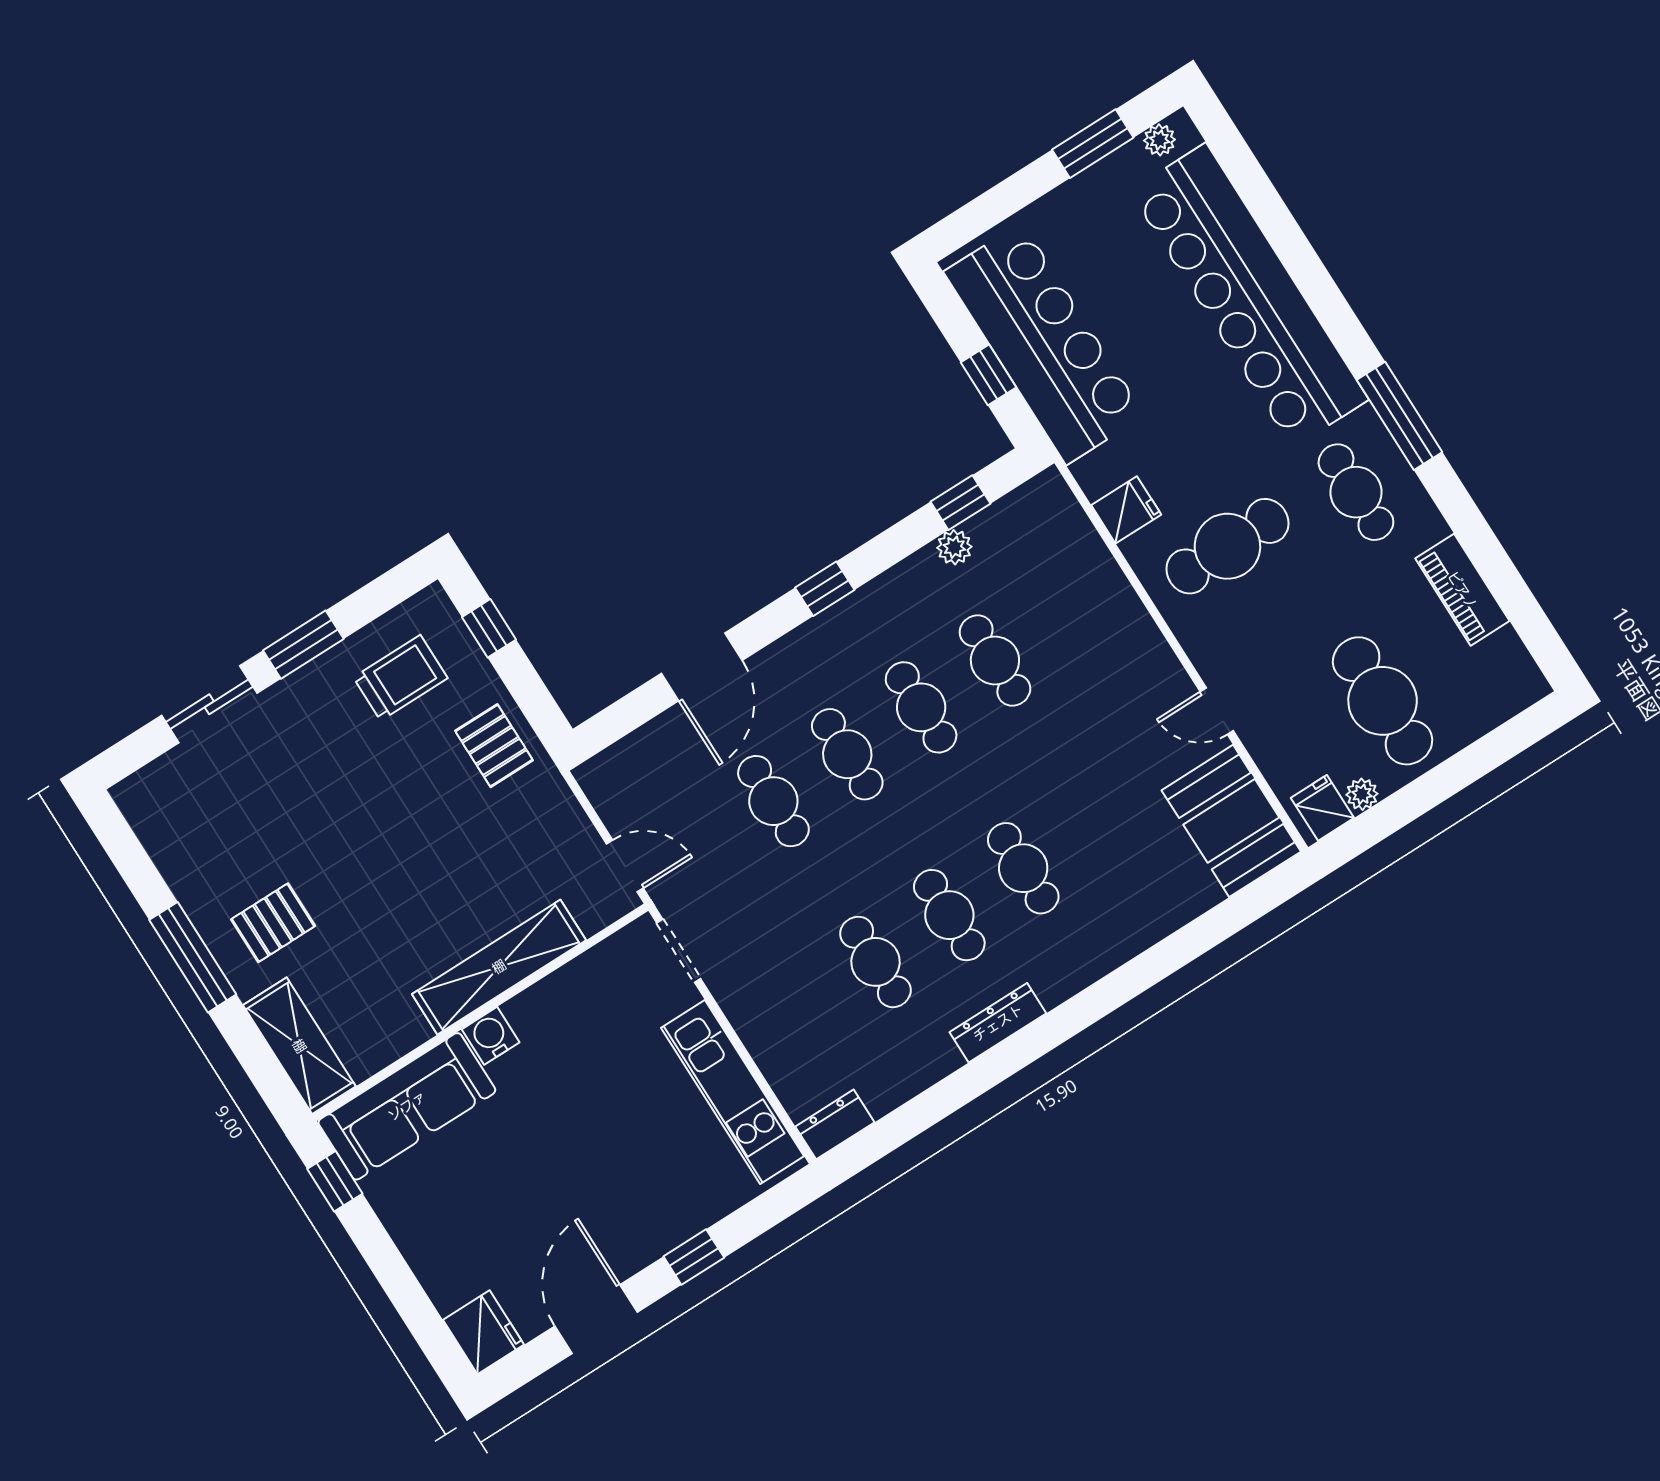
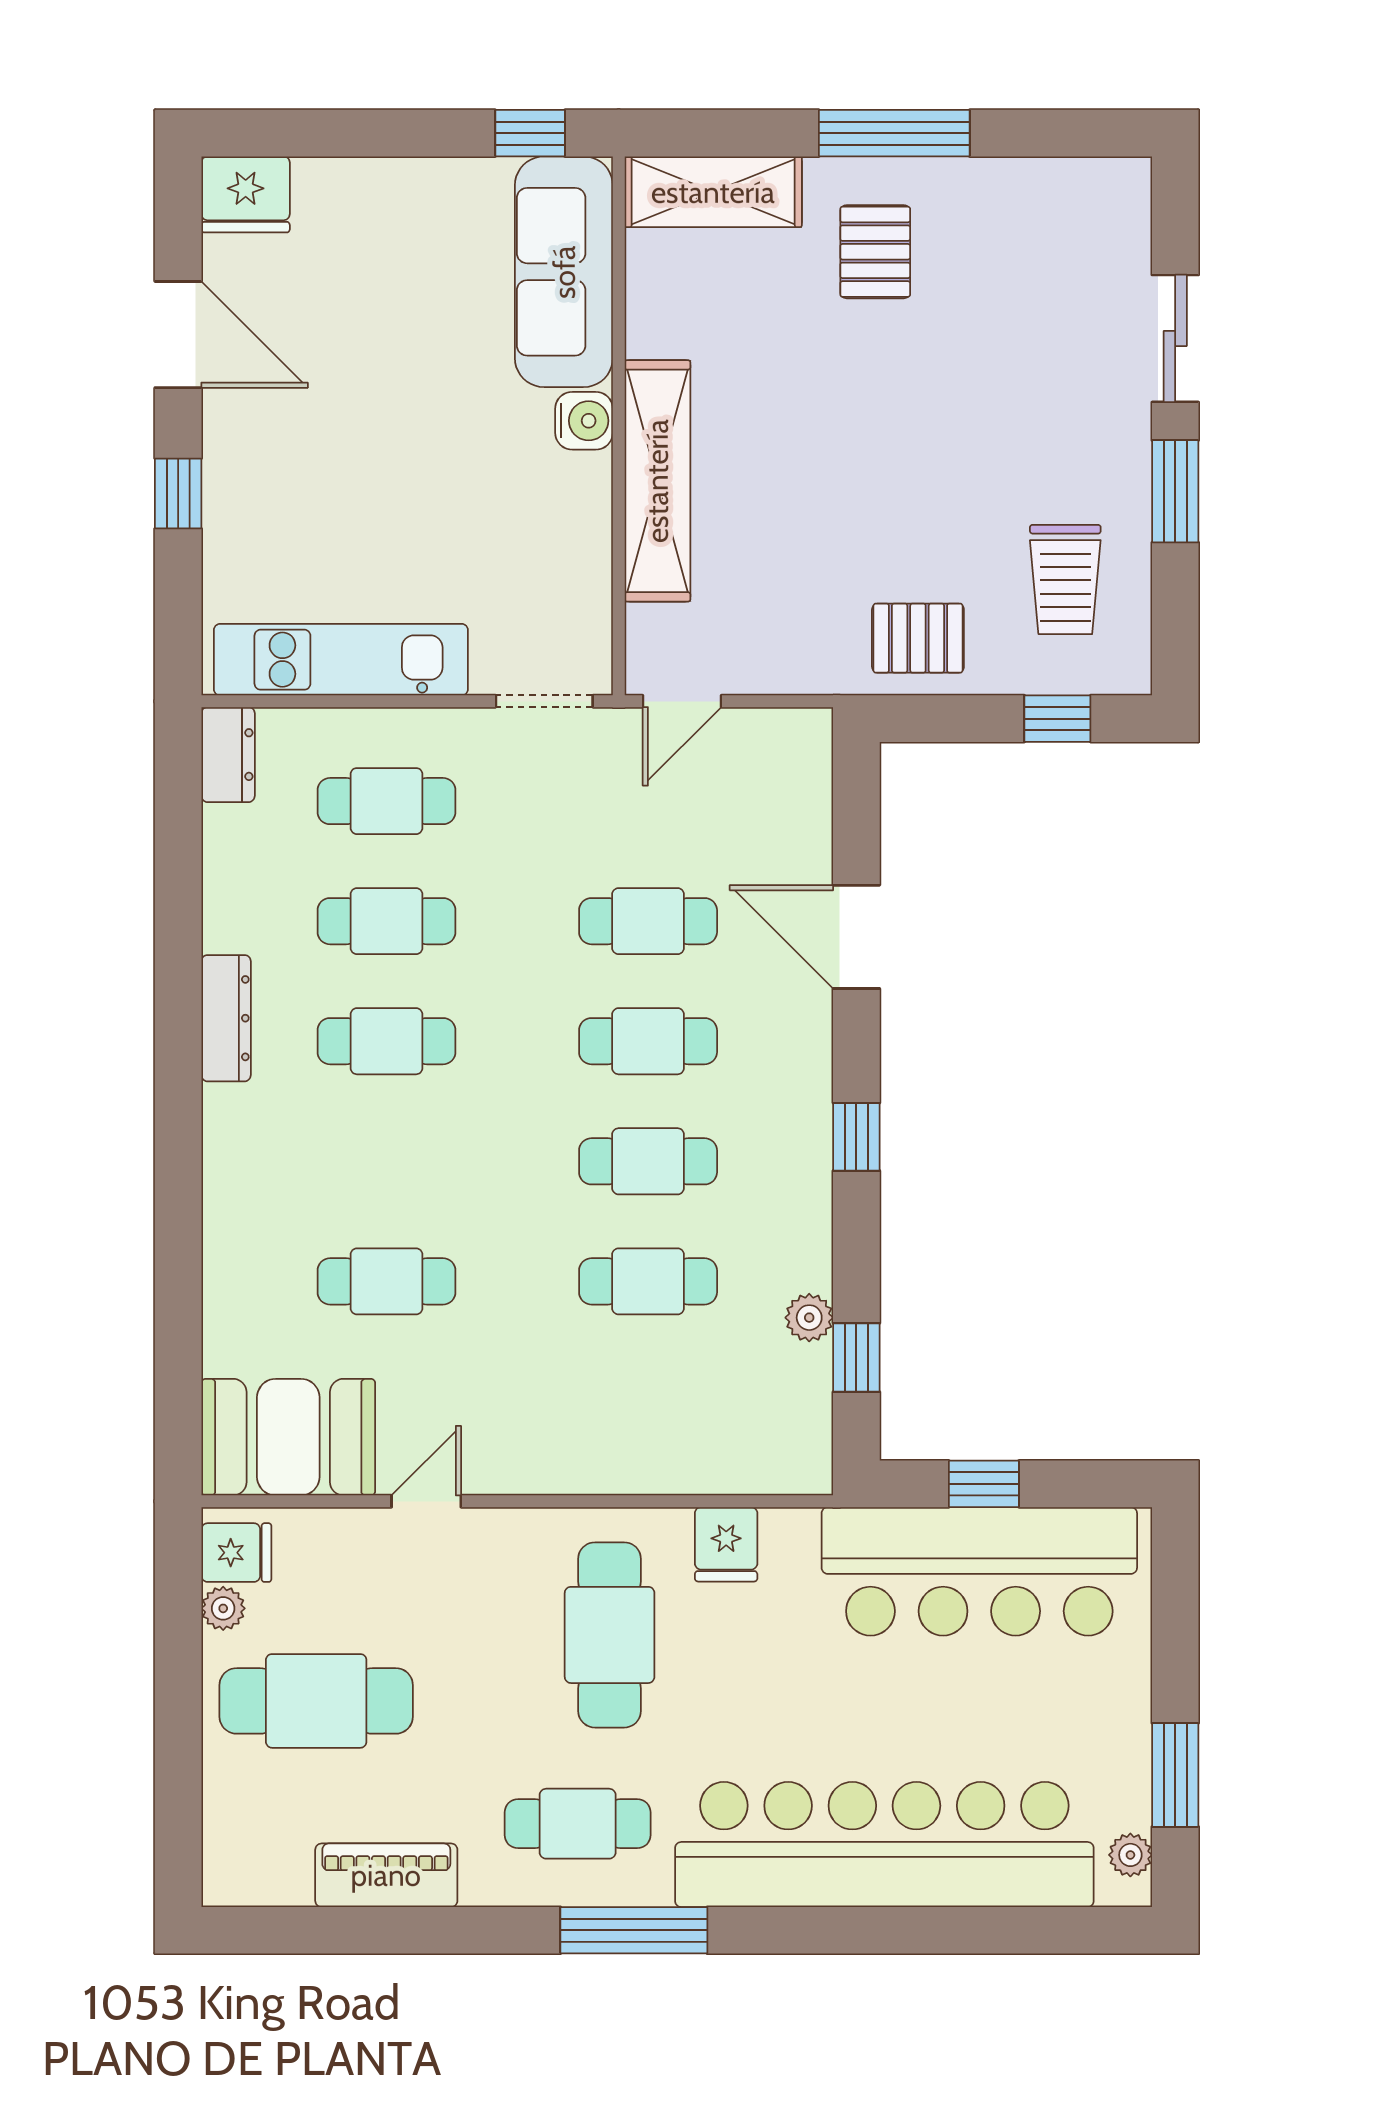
cafe table: (1023, 868) -> (386, 1281), moved
cafe table: (802, 1009) -> (386, 801), added

